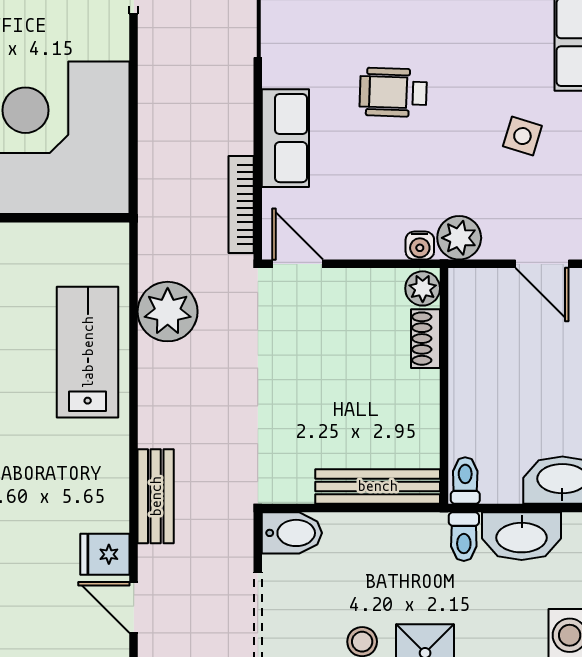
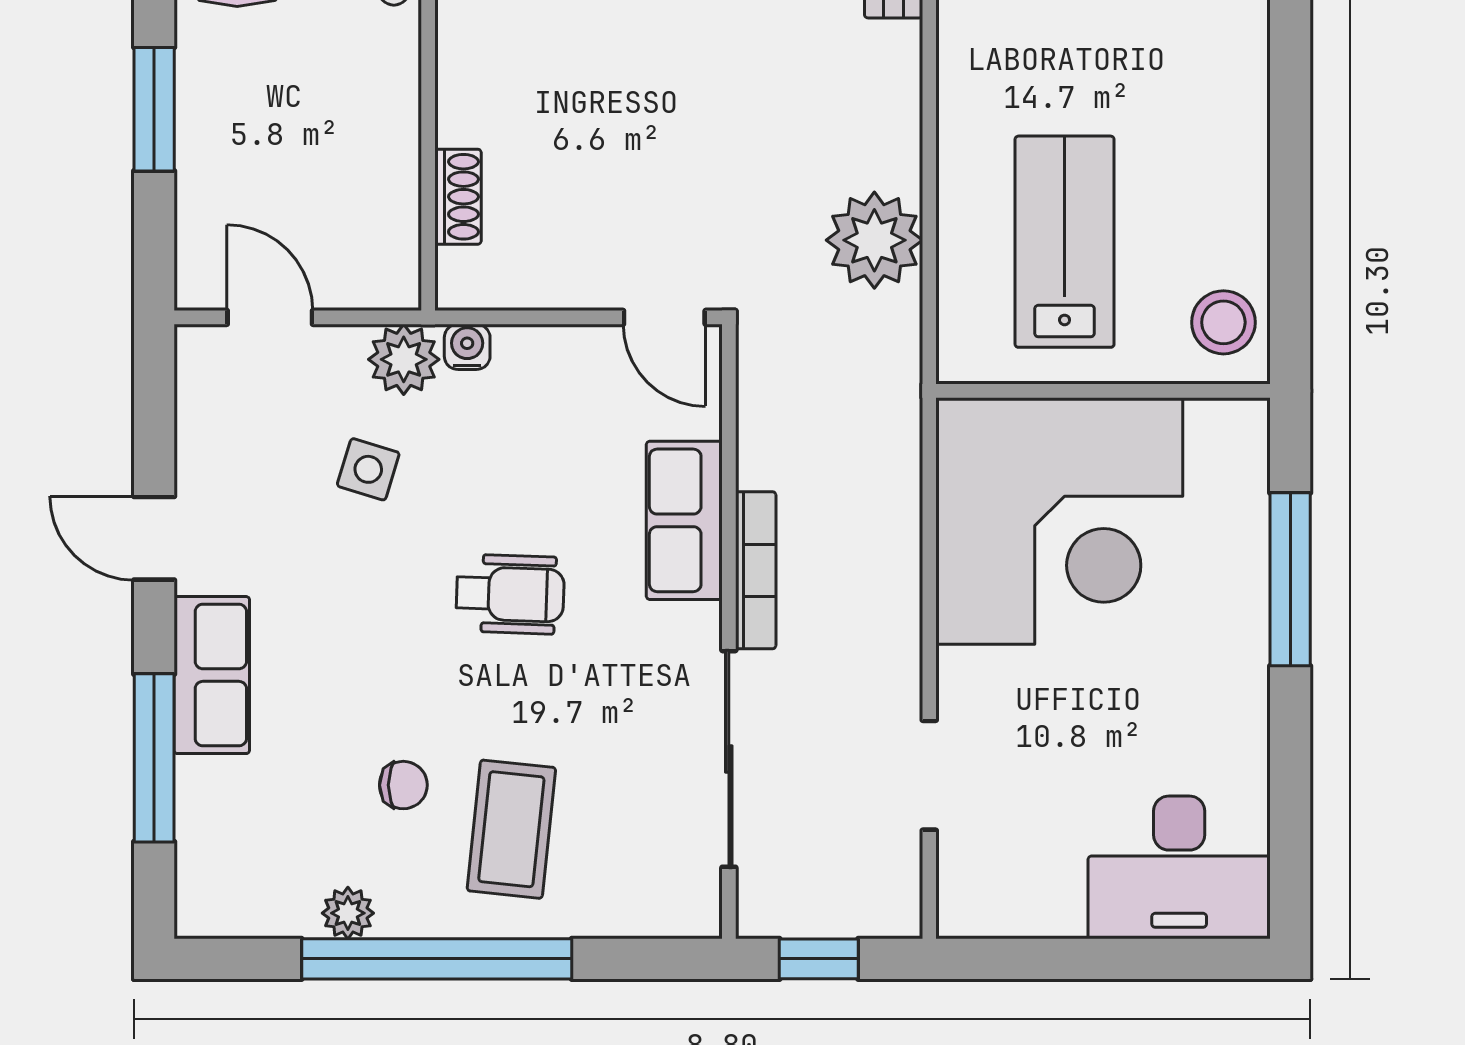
side table: (522, 136) -> (368, 469), moved
bookcase: (241, 204) -> (756, 570), moved
plant: (423, 288) -> (463, 278), removed
lab bench: (88, 352) -> (1065, 242), moved, turned 180

